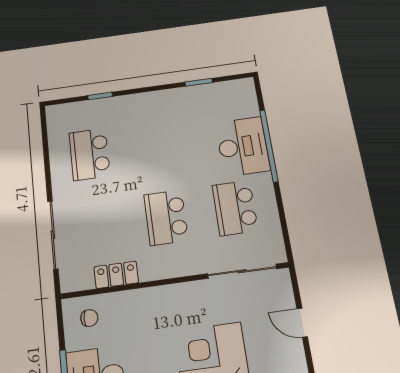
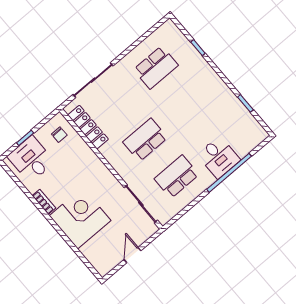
desk: (243, 146) -> (219, 157), width x0.73
school desk: (90, 154) -> (156, 67), turned 180
locker: (116, 275) -> (88, 127), width x1.53

